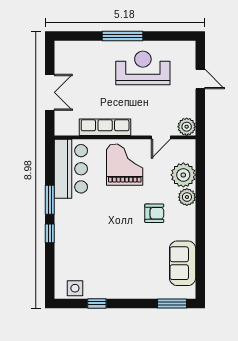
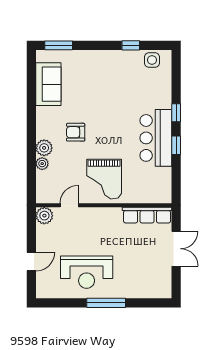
door: (200, 79) -> (31, 262), swing flipped
double door: (50, 92) -> (176, 249), swing flipped
row of seats: (105, 127) -> (147, 215), moved
bar counter: (71, 169) -> (156, 138), moved
plant: (183, 175) -> (42, 164), width x0.53, depth x0.53
window: (50, 200) -> (176, 145), width x0.67

